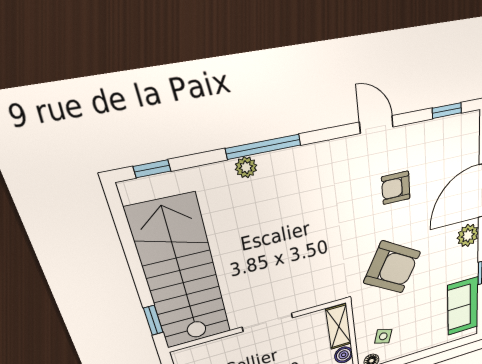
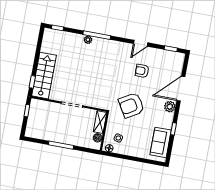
door: (376, 124) -> (141, 43), swing flipped
armchair: (392, 267) -> (131, 105), turned 119
stairs: (181, 274) -> (44, 76), width x0.73, depth x0.66

